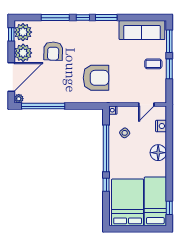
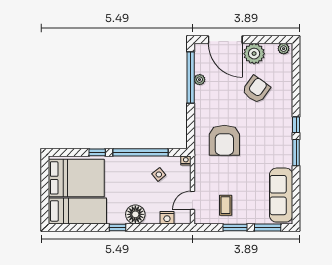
window: (55, 18) -> (296, 92), removed
plant: (23, 32) -> (284, 49), width x0.53, depth x0.53
window: (11, 34) -> (276, 40), removed
armchair: (53, 51) -> (256, 89), turned 124
coffee table: (153, 64) -> (226, 205), moved
plant: (19, 99) -> (200, 80), moved
door: (146, 105) -> (192, 200), hinge flipped
window: (169, 208) -> (117, 227), moved

